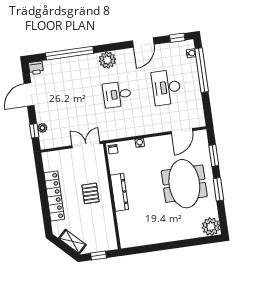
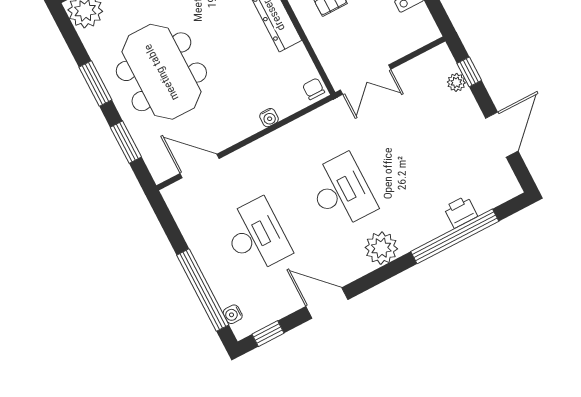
door: (143, 43) -> (327, 303), hinge flipped
printer: (36, 68) -> (461, 212), moved
desk: (117, 94) -> (341, 191), width x1.37
door: (182, 131) -> (200, 166), hinge flipped

